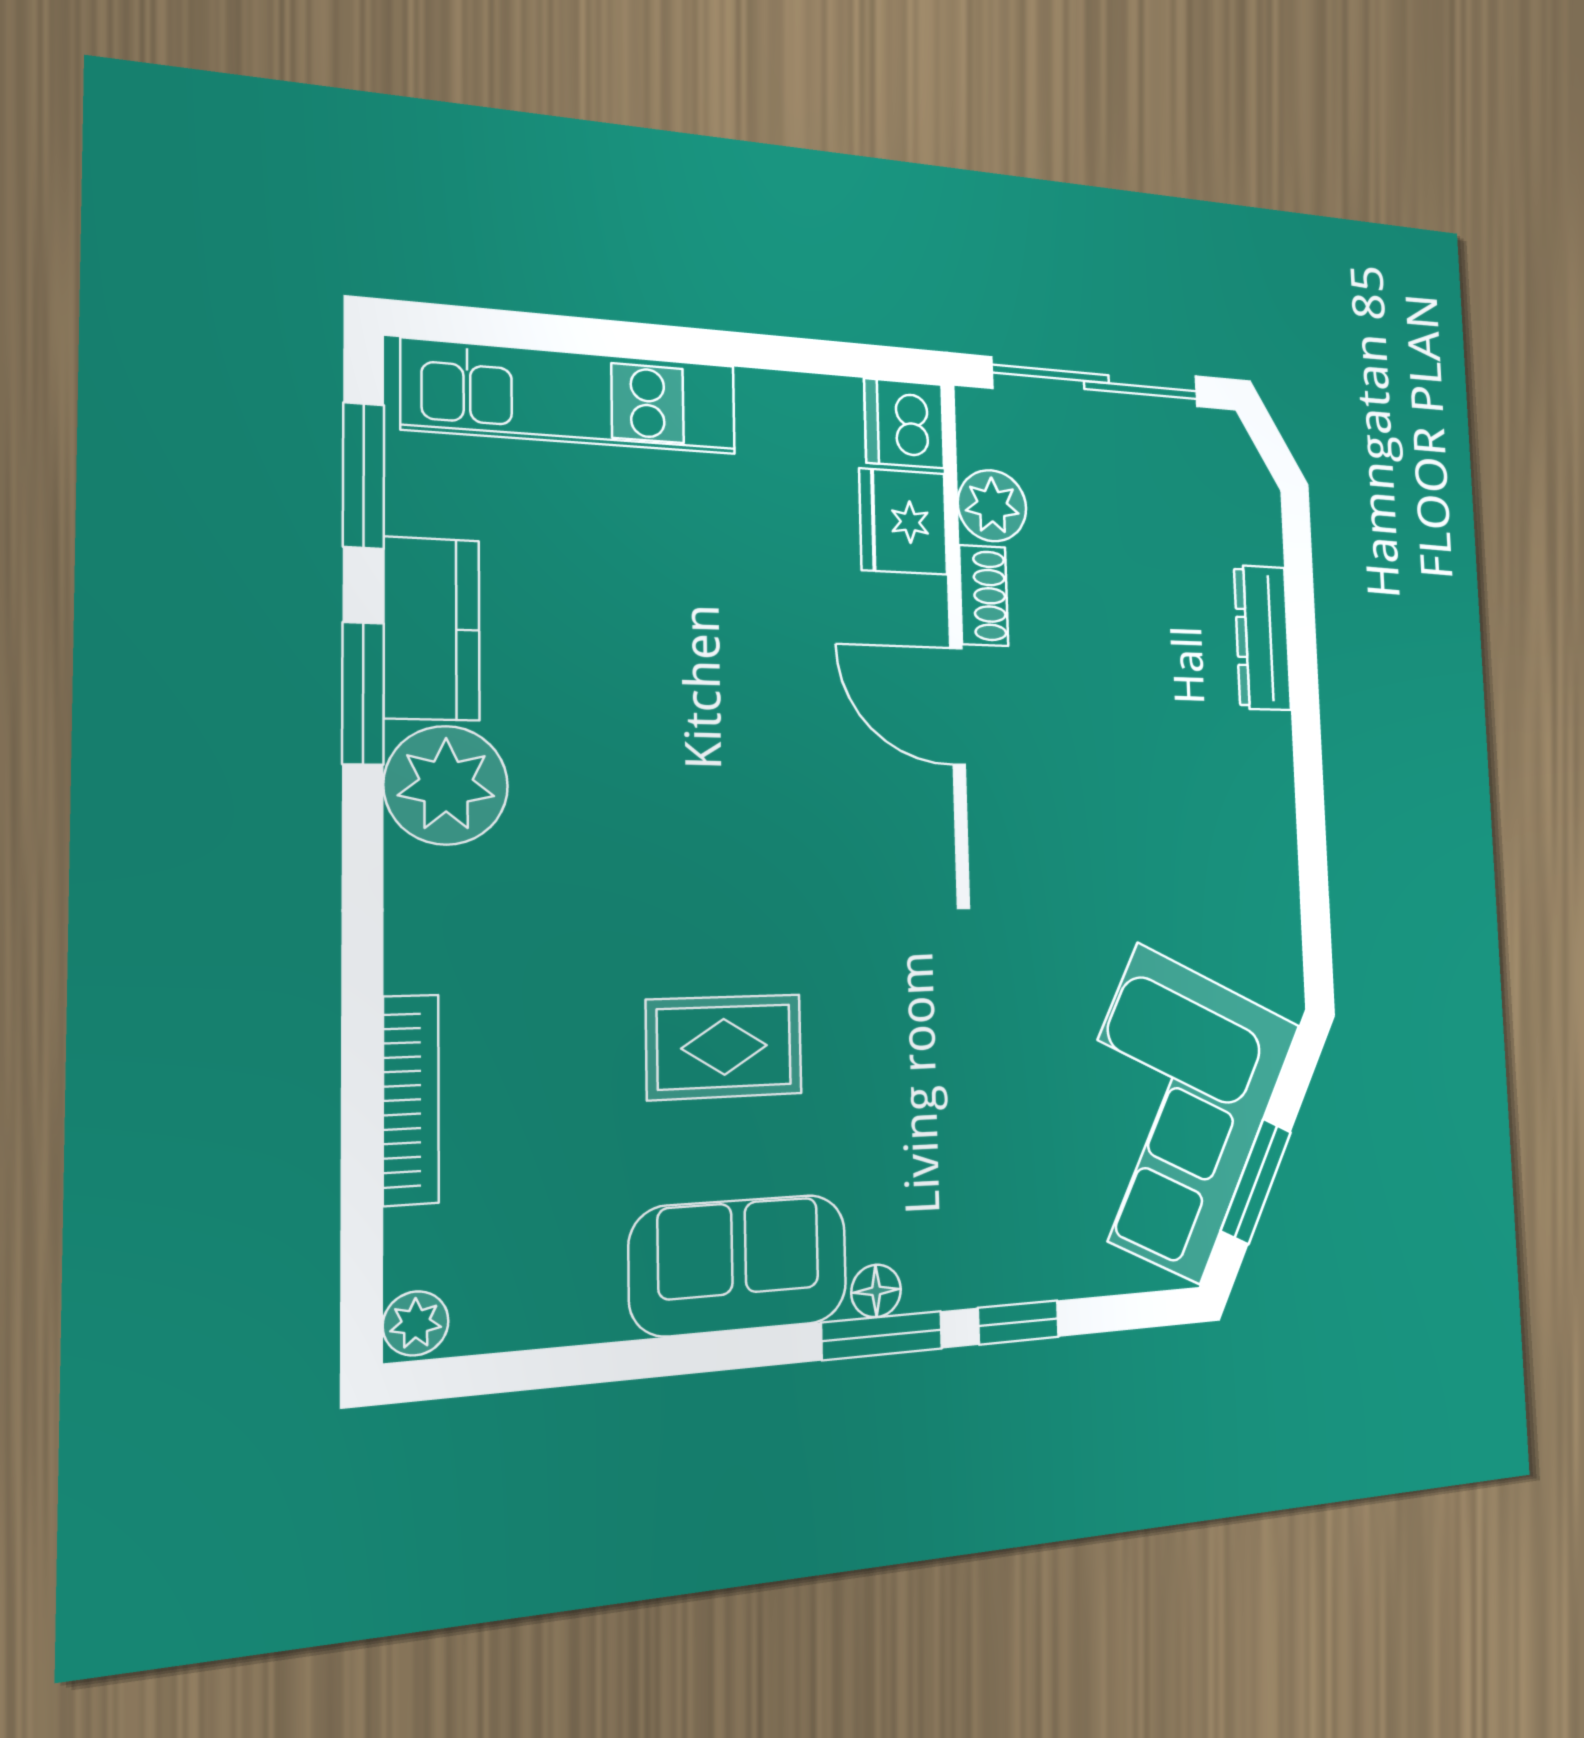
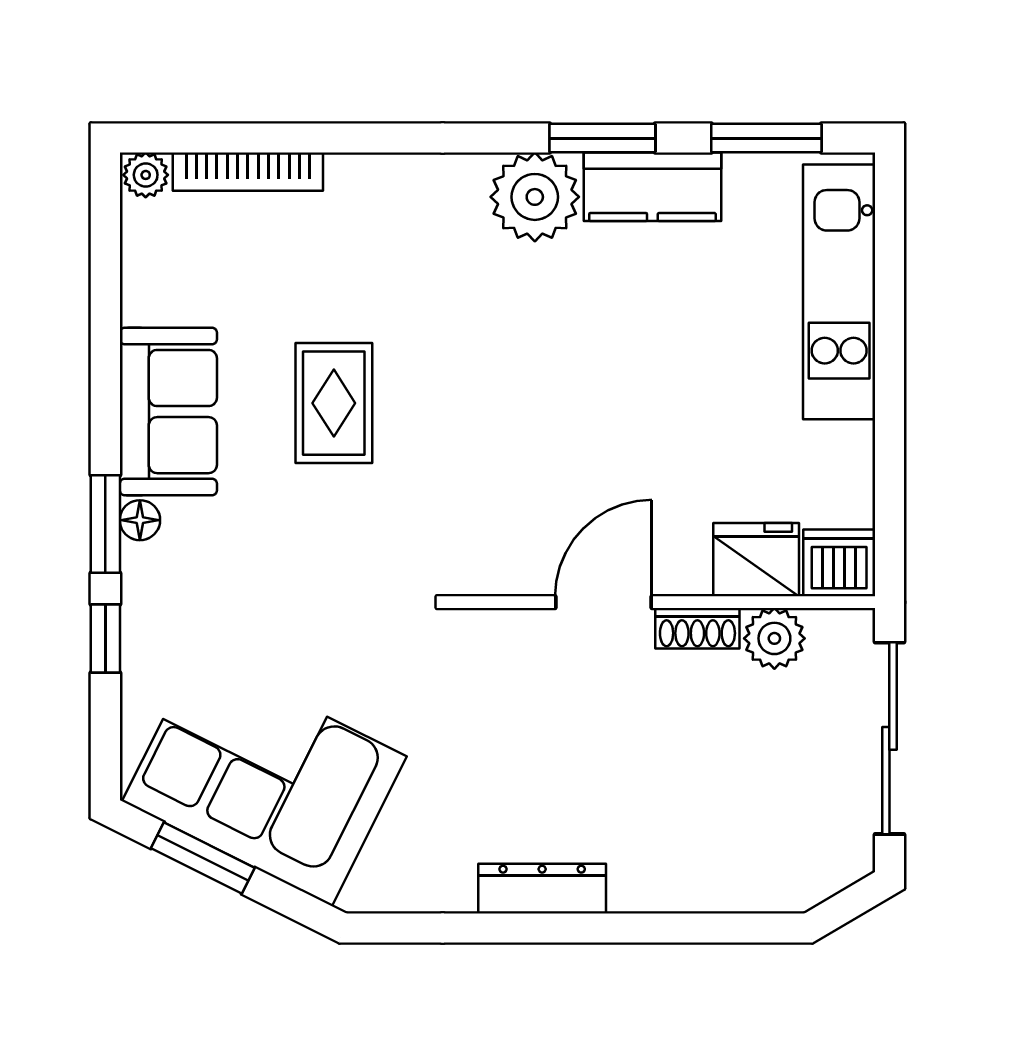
dresser: (1262, 638) -> (542, 889), moved
bookcase: (411, 1100) -> (248, 172), moved

